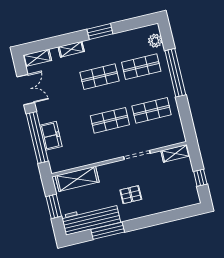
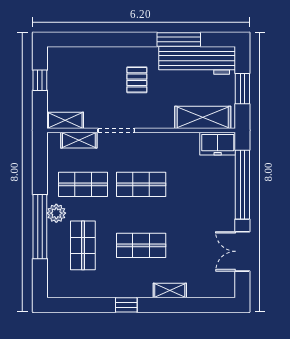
window: (100, 31) -> (126, 305), width x0.67
plant: (155, 41) -> (56, 213), moved
shelving: (37, 58) -> (79, 140), moved
shop shelf: (141, 67) -> (83, 245), turned 90
freezer: (51, 136) -> (218, 144), moved, turned -90
pallet: (131, 195) -> (137, 80), turned 90

